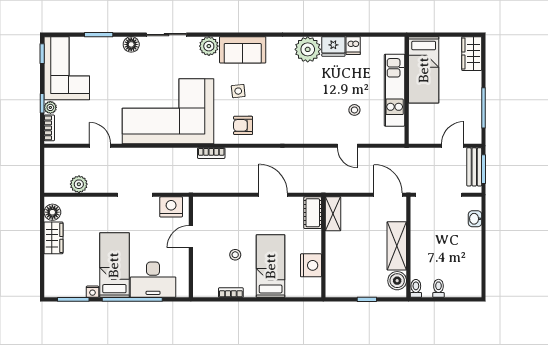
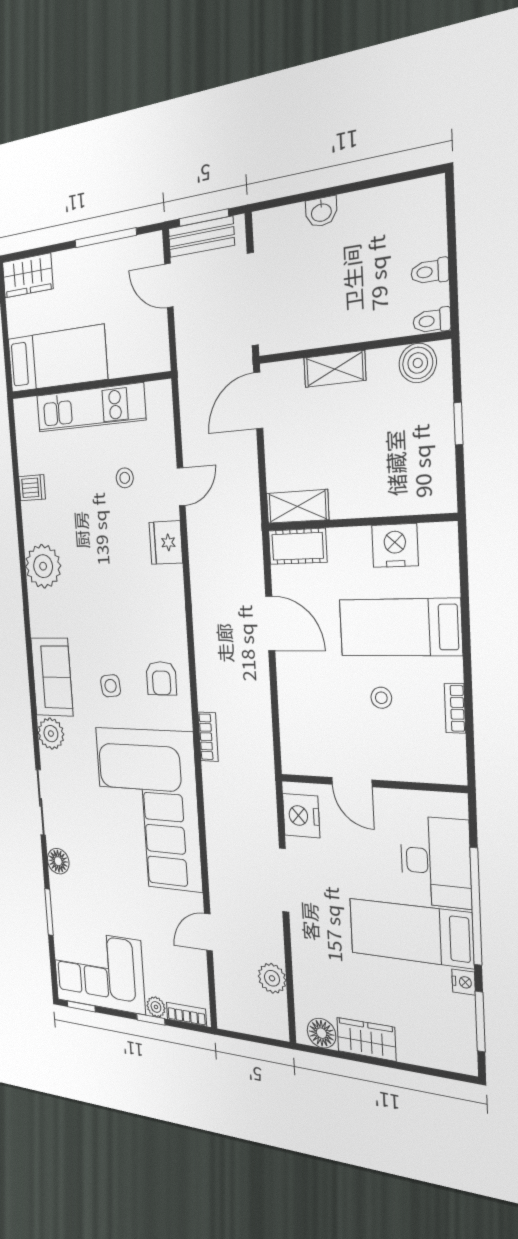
fridge: (333, 46) -> (166, 543), moved, turned 180
door: (273, 195) -> (270, 623), swing flipped
washbasin: (475, 219) -> (321, 212), moved
shelving: (397, 246) -> (335, 369), width x0.67, depth x0.75

